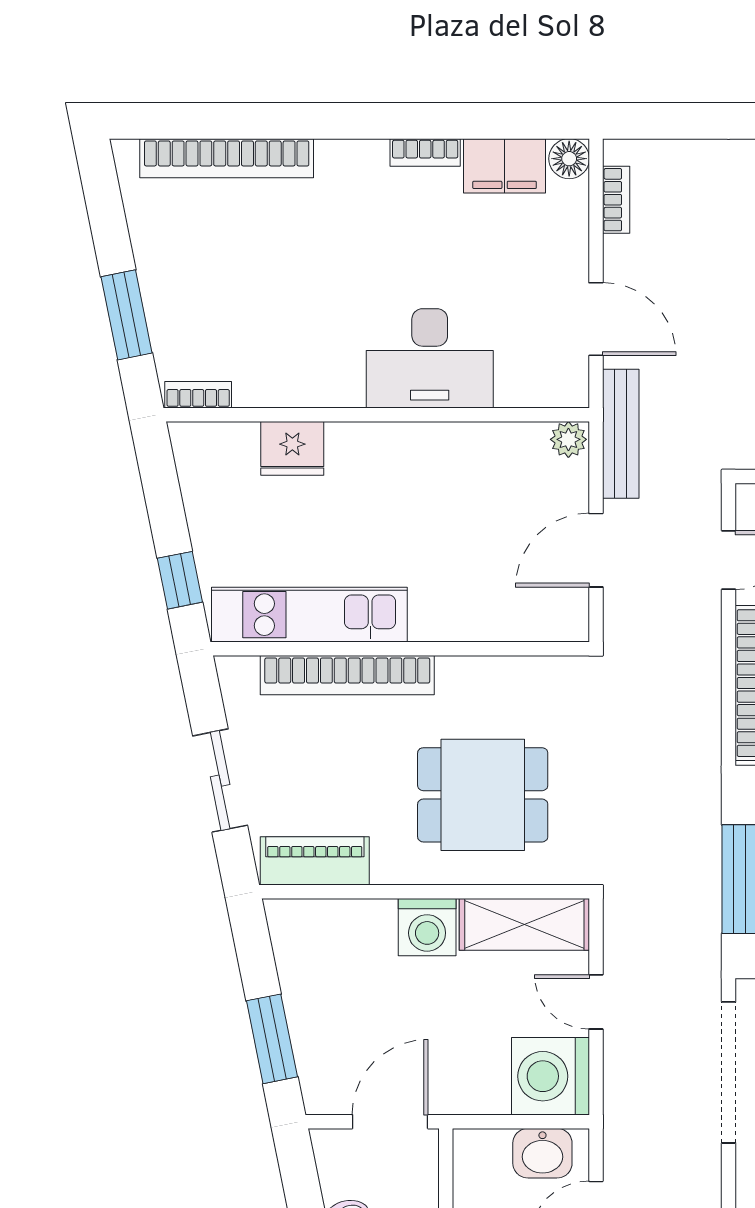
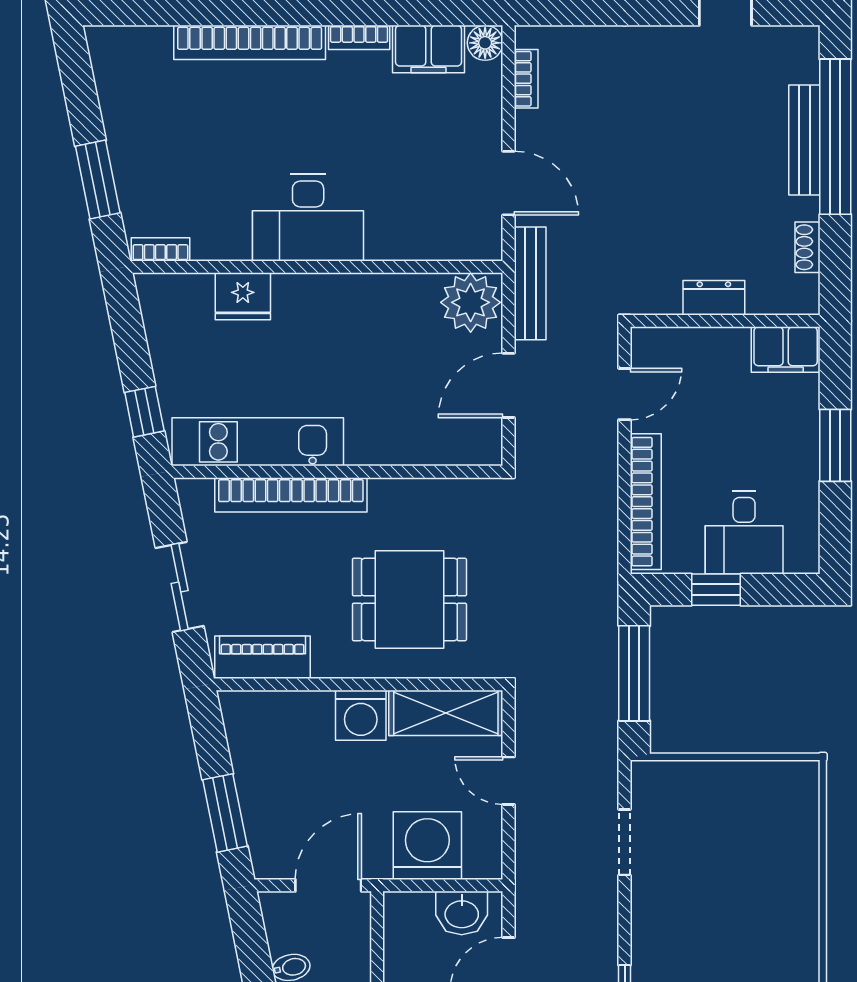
bookcase: (227, 158) -> (250, 42), moved
desk: (430, 358) -> (308, 218), moved
plant: (568, 439) -> (471, 302), width x1.87, depth x1.87
doorway: (729, 1072) -> (625, 842), width x0.53
washing machine: (551, 1076) -> (427, 846), moved, turned 90

